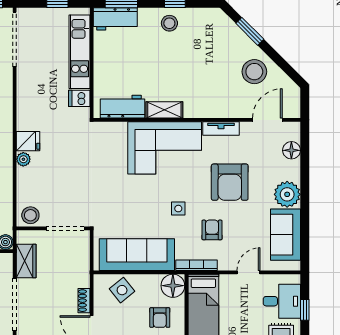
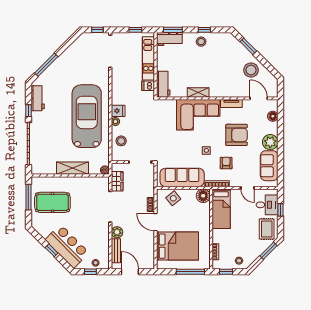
workbench: (122, 107) -> (163, 84), moved, turned 90
door: (267, 120) -> (259, 98), hinge flipped
armchair: (230, 182) -> (237, 135), turned -90
stool: (30, 215) -> (121, 141), moved
door: (248, 272) -> (248, 188), swing flipped
armchair: (160, 318) -> (195, 214), removed

